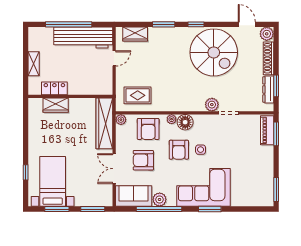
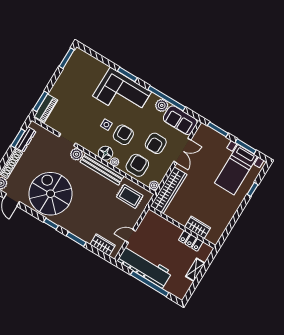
bench: (179, 105) -> (102, 169), added
armchair: (143, 160) -> (156, 143), turned 90

